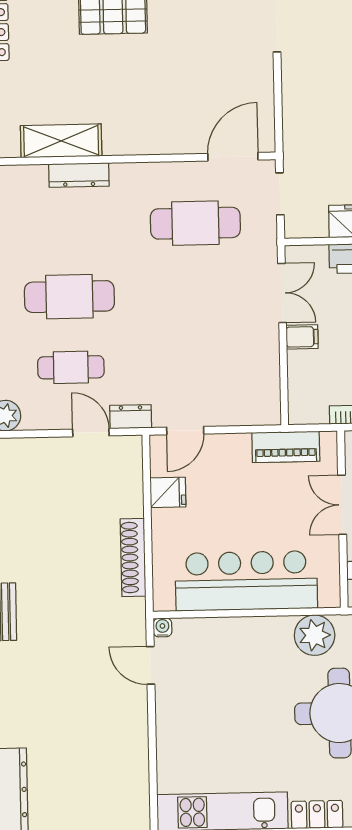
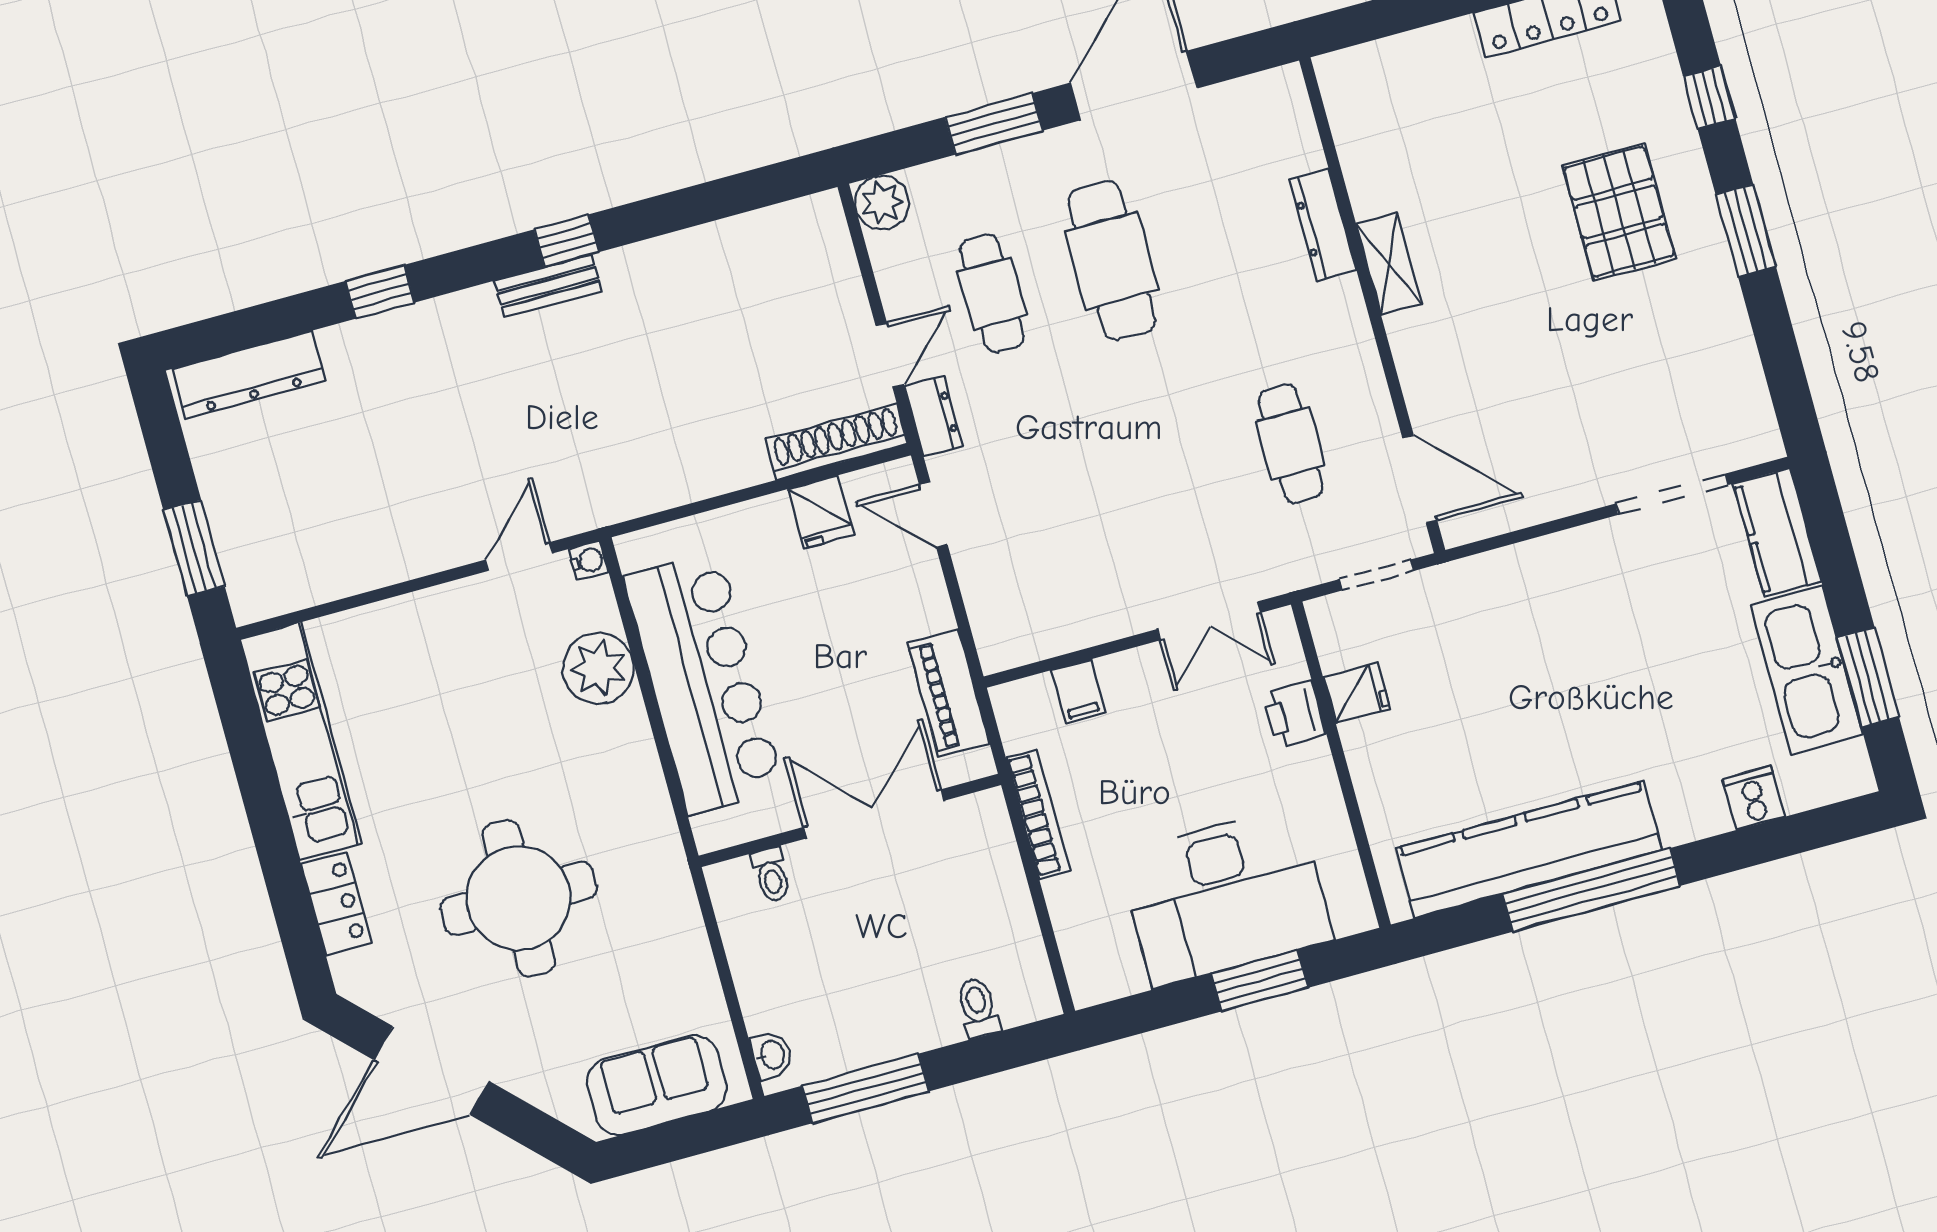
shelving: (61, 141) -> (1389, 264), moved, width x0.67, depth x0.75
cafe table: (195, 223) -> (1291, 444), width x0.73, depth x0.74
filing cabinet: (302, 337) -> (1078, 691), moved
double door: (342, 505) -> (874, 814), width x1.37
shoe rack: (133, 557) -> (837, 442), moved
plant: (315, 635) -> (598, 668), moved

